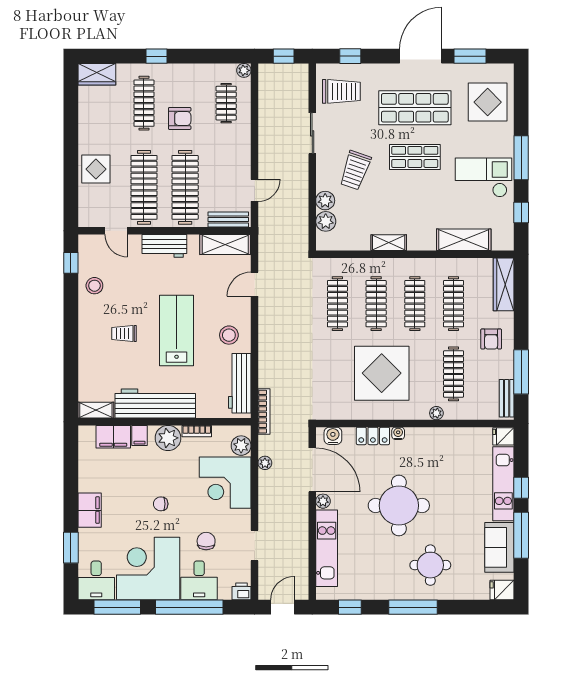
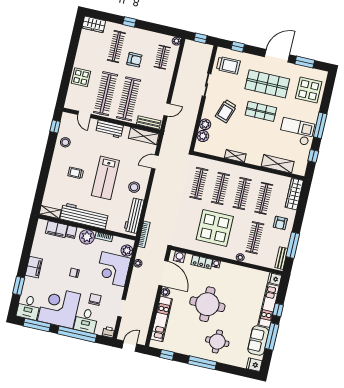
lab bench: (177, 331) -> (105, 178), turned 180

